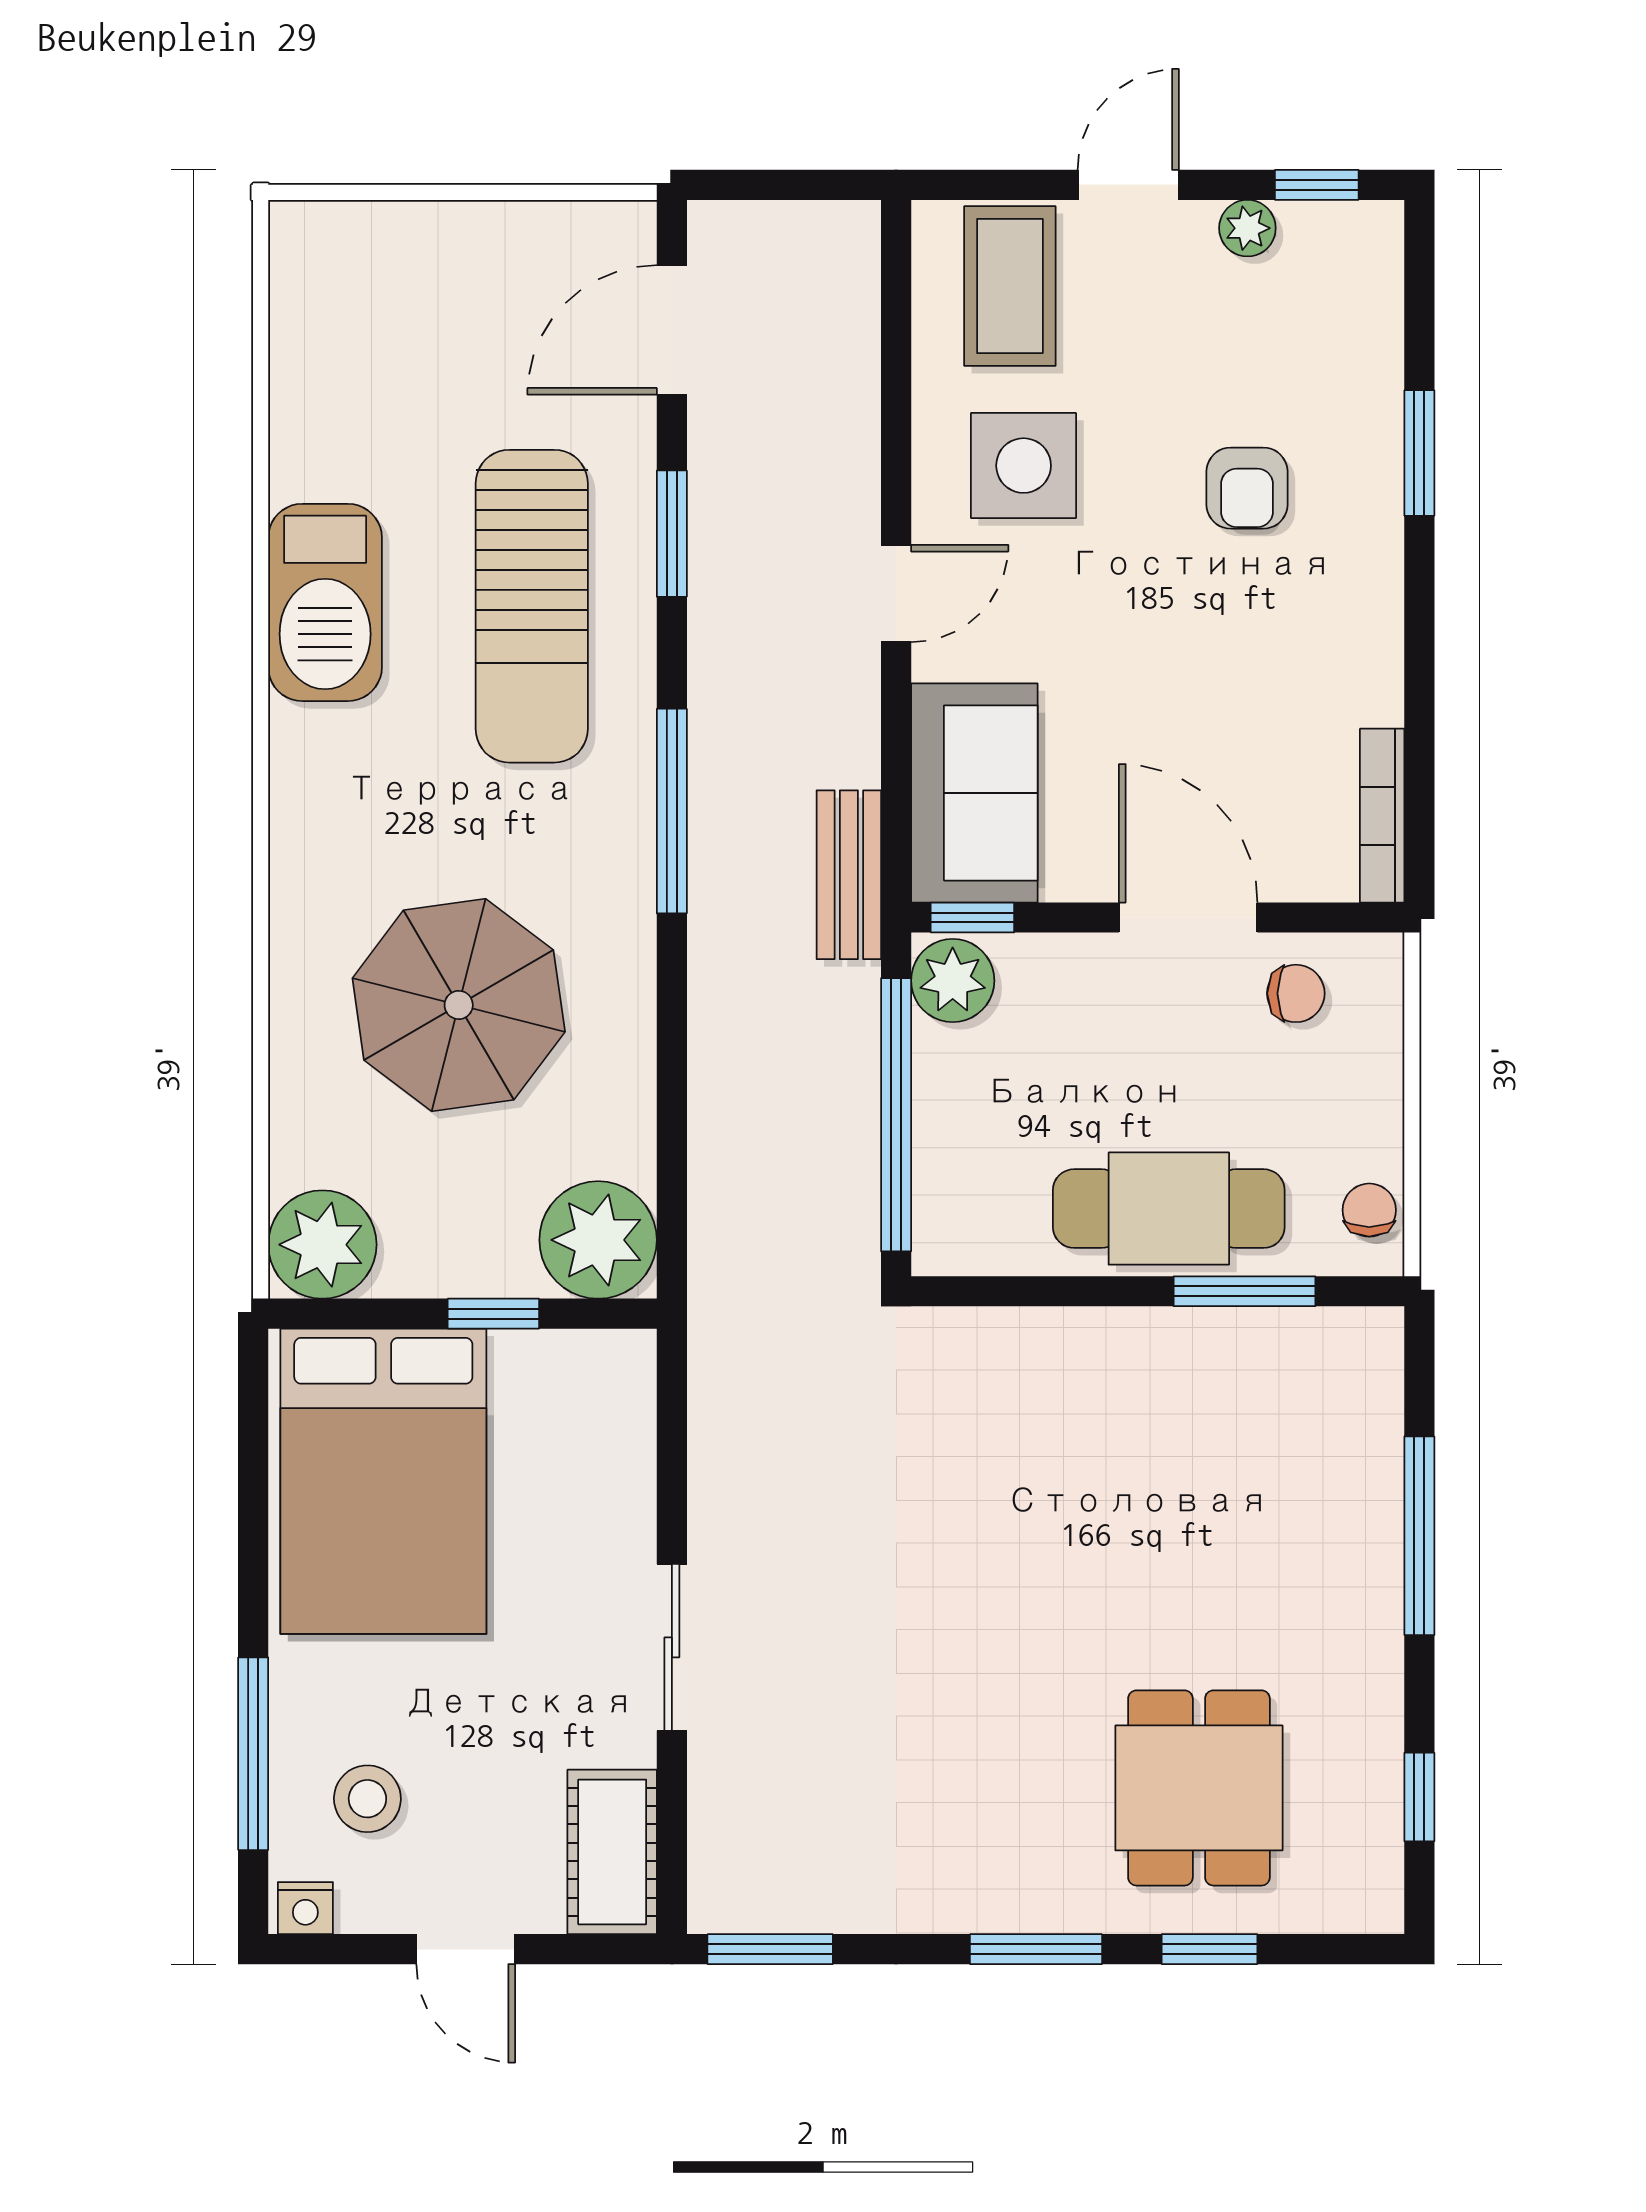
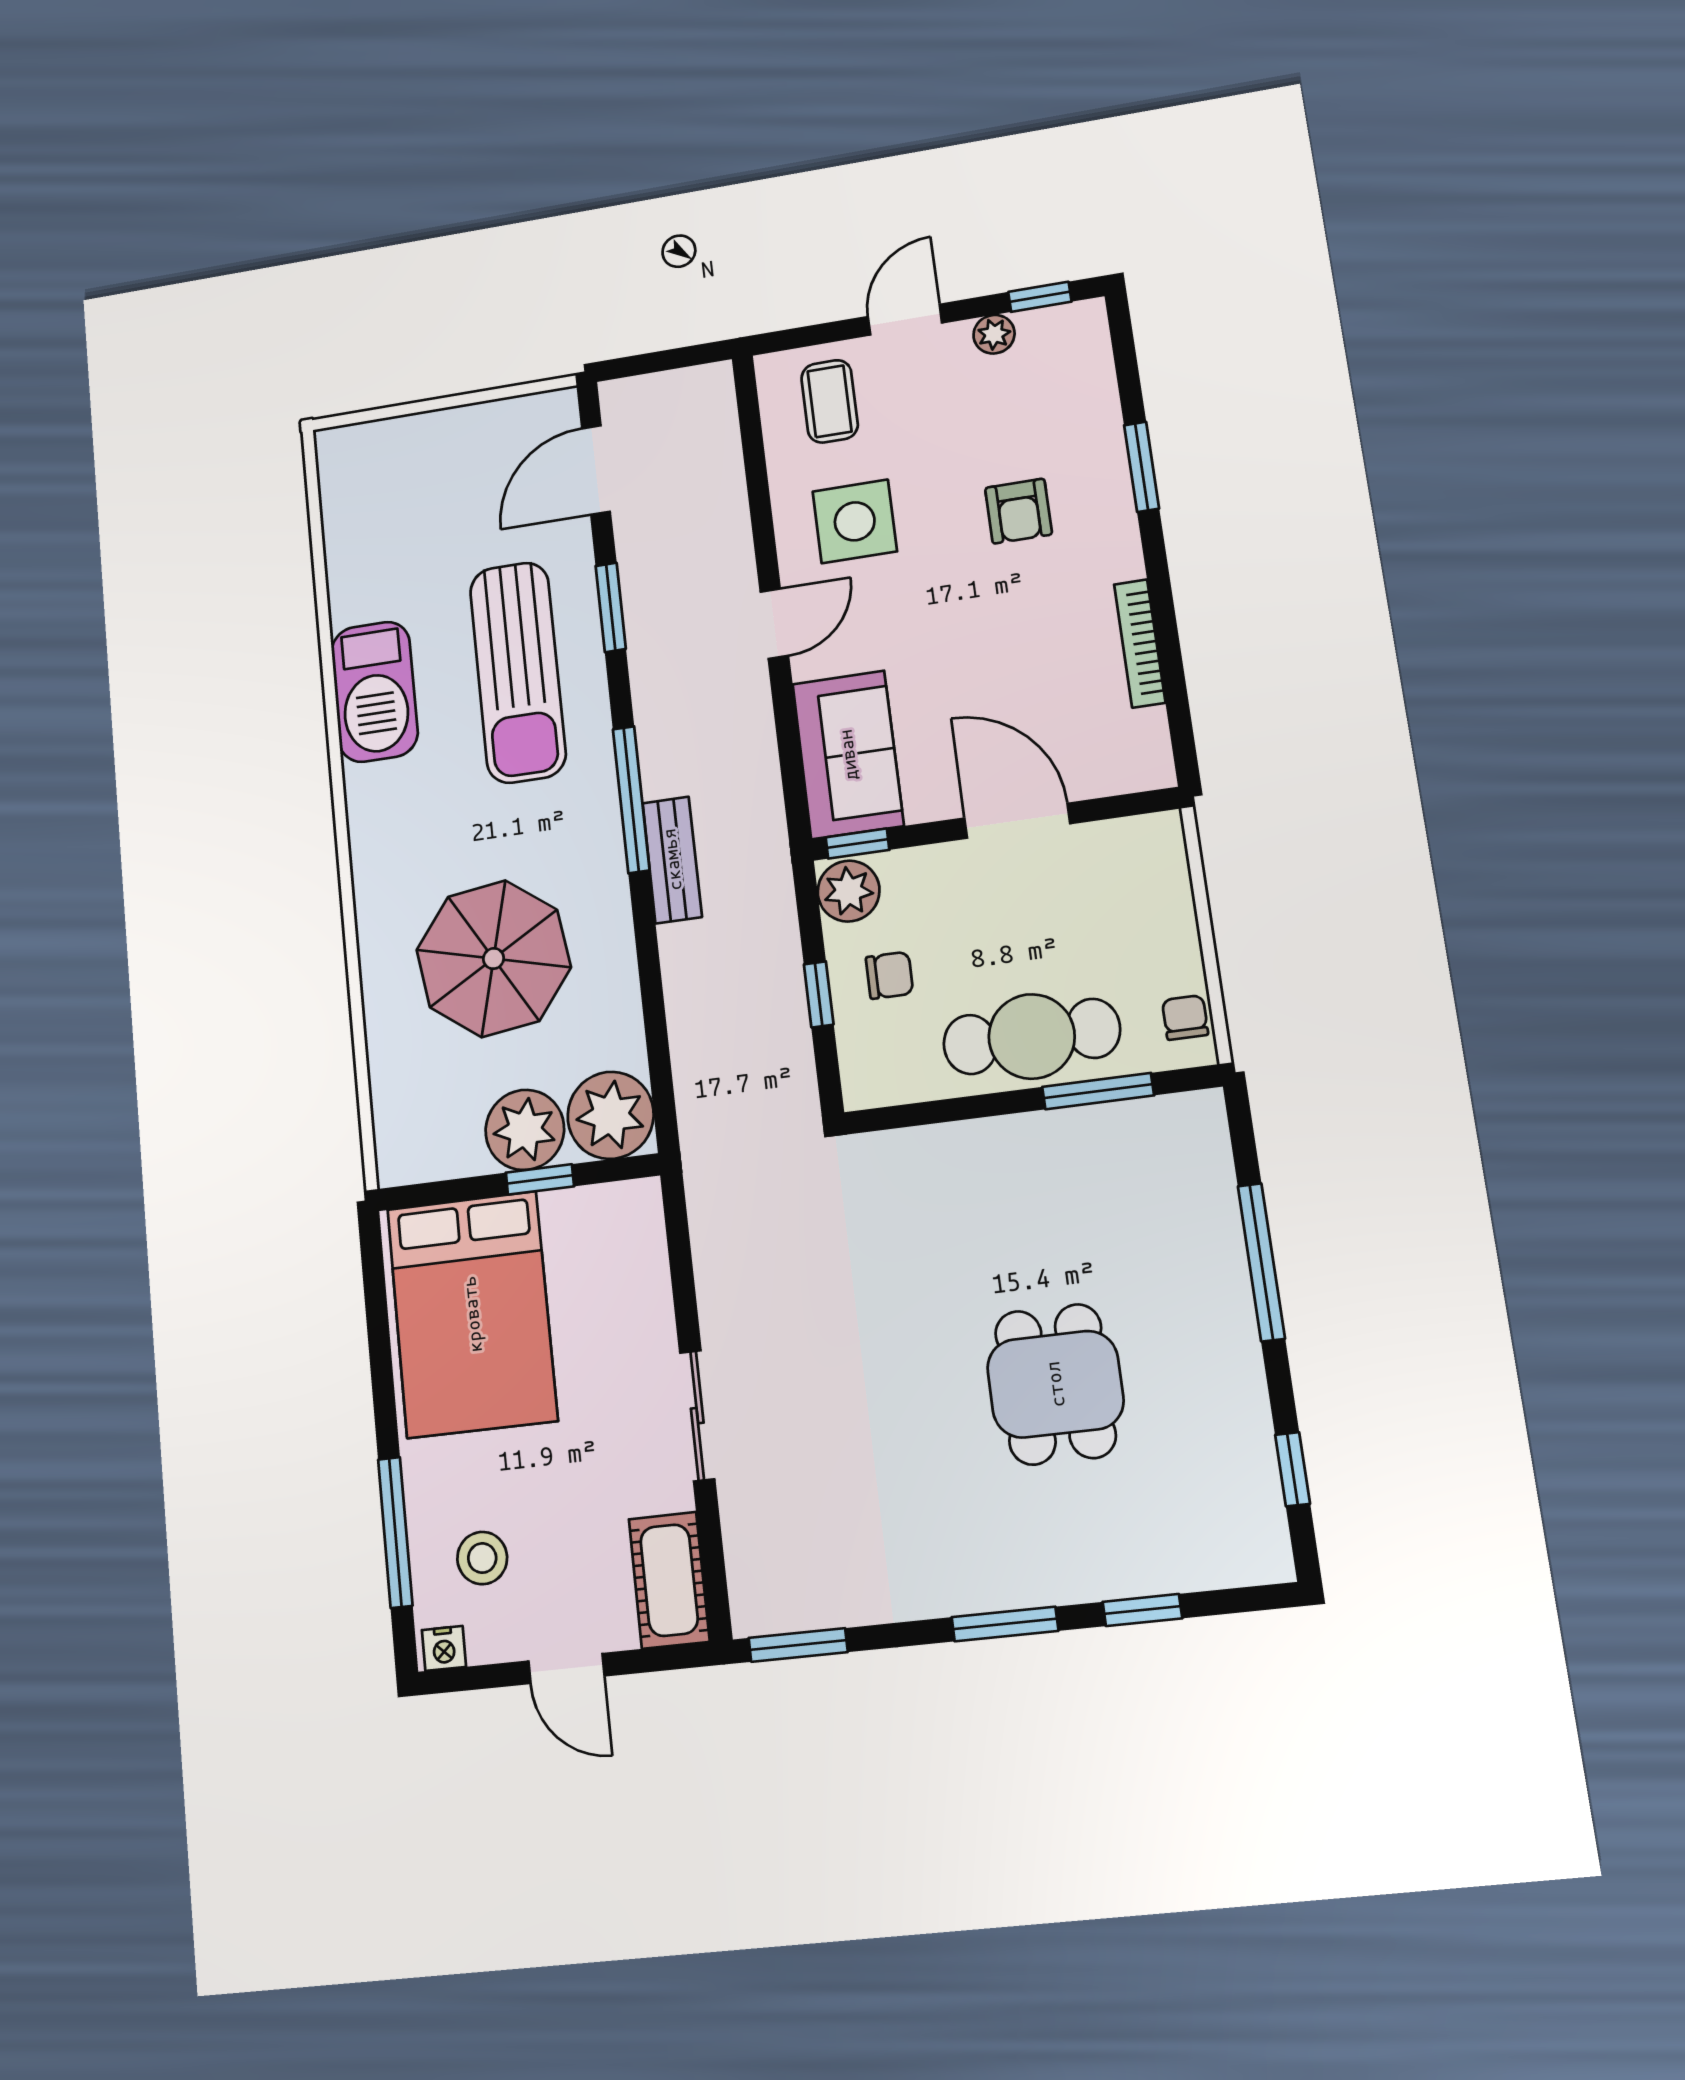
coffee table: (1010, 286) -> (830, 401), width x0.73, depth x0.77
bookcase: (1382, 816) -> (1140, 643), moved
bench: (849, 875) -> (672, 860), moved
chair: (1296, 993) -> (889, 975), moved
window: (896, 1115) -> (819, 994), width x0.32
plant: (322, 1245) -> (525, 1130), moved
dining table: (1199, 1788) -> (1055, 1384), moved

